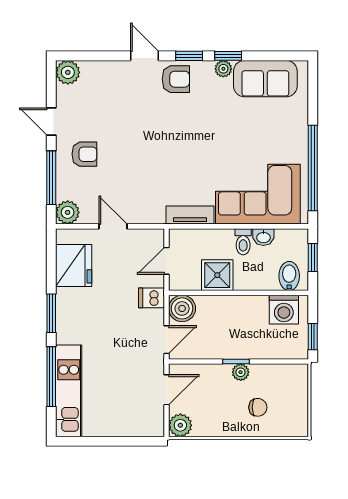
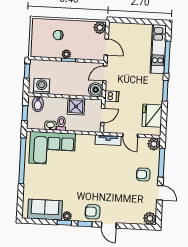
tv unit: (190, 215) -> (108, 140), moved
door: (166, 390) -> (106, 47), swing flipped

